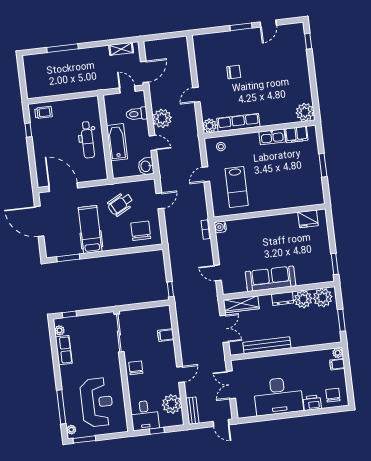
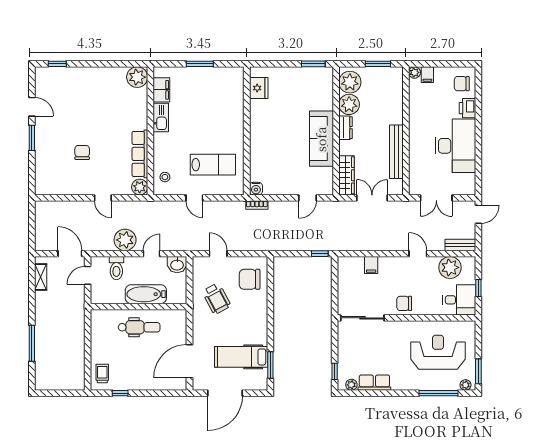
hospital bed: (90, 229) -> (241, 357), moved

